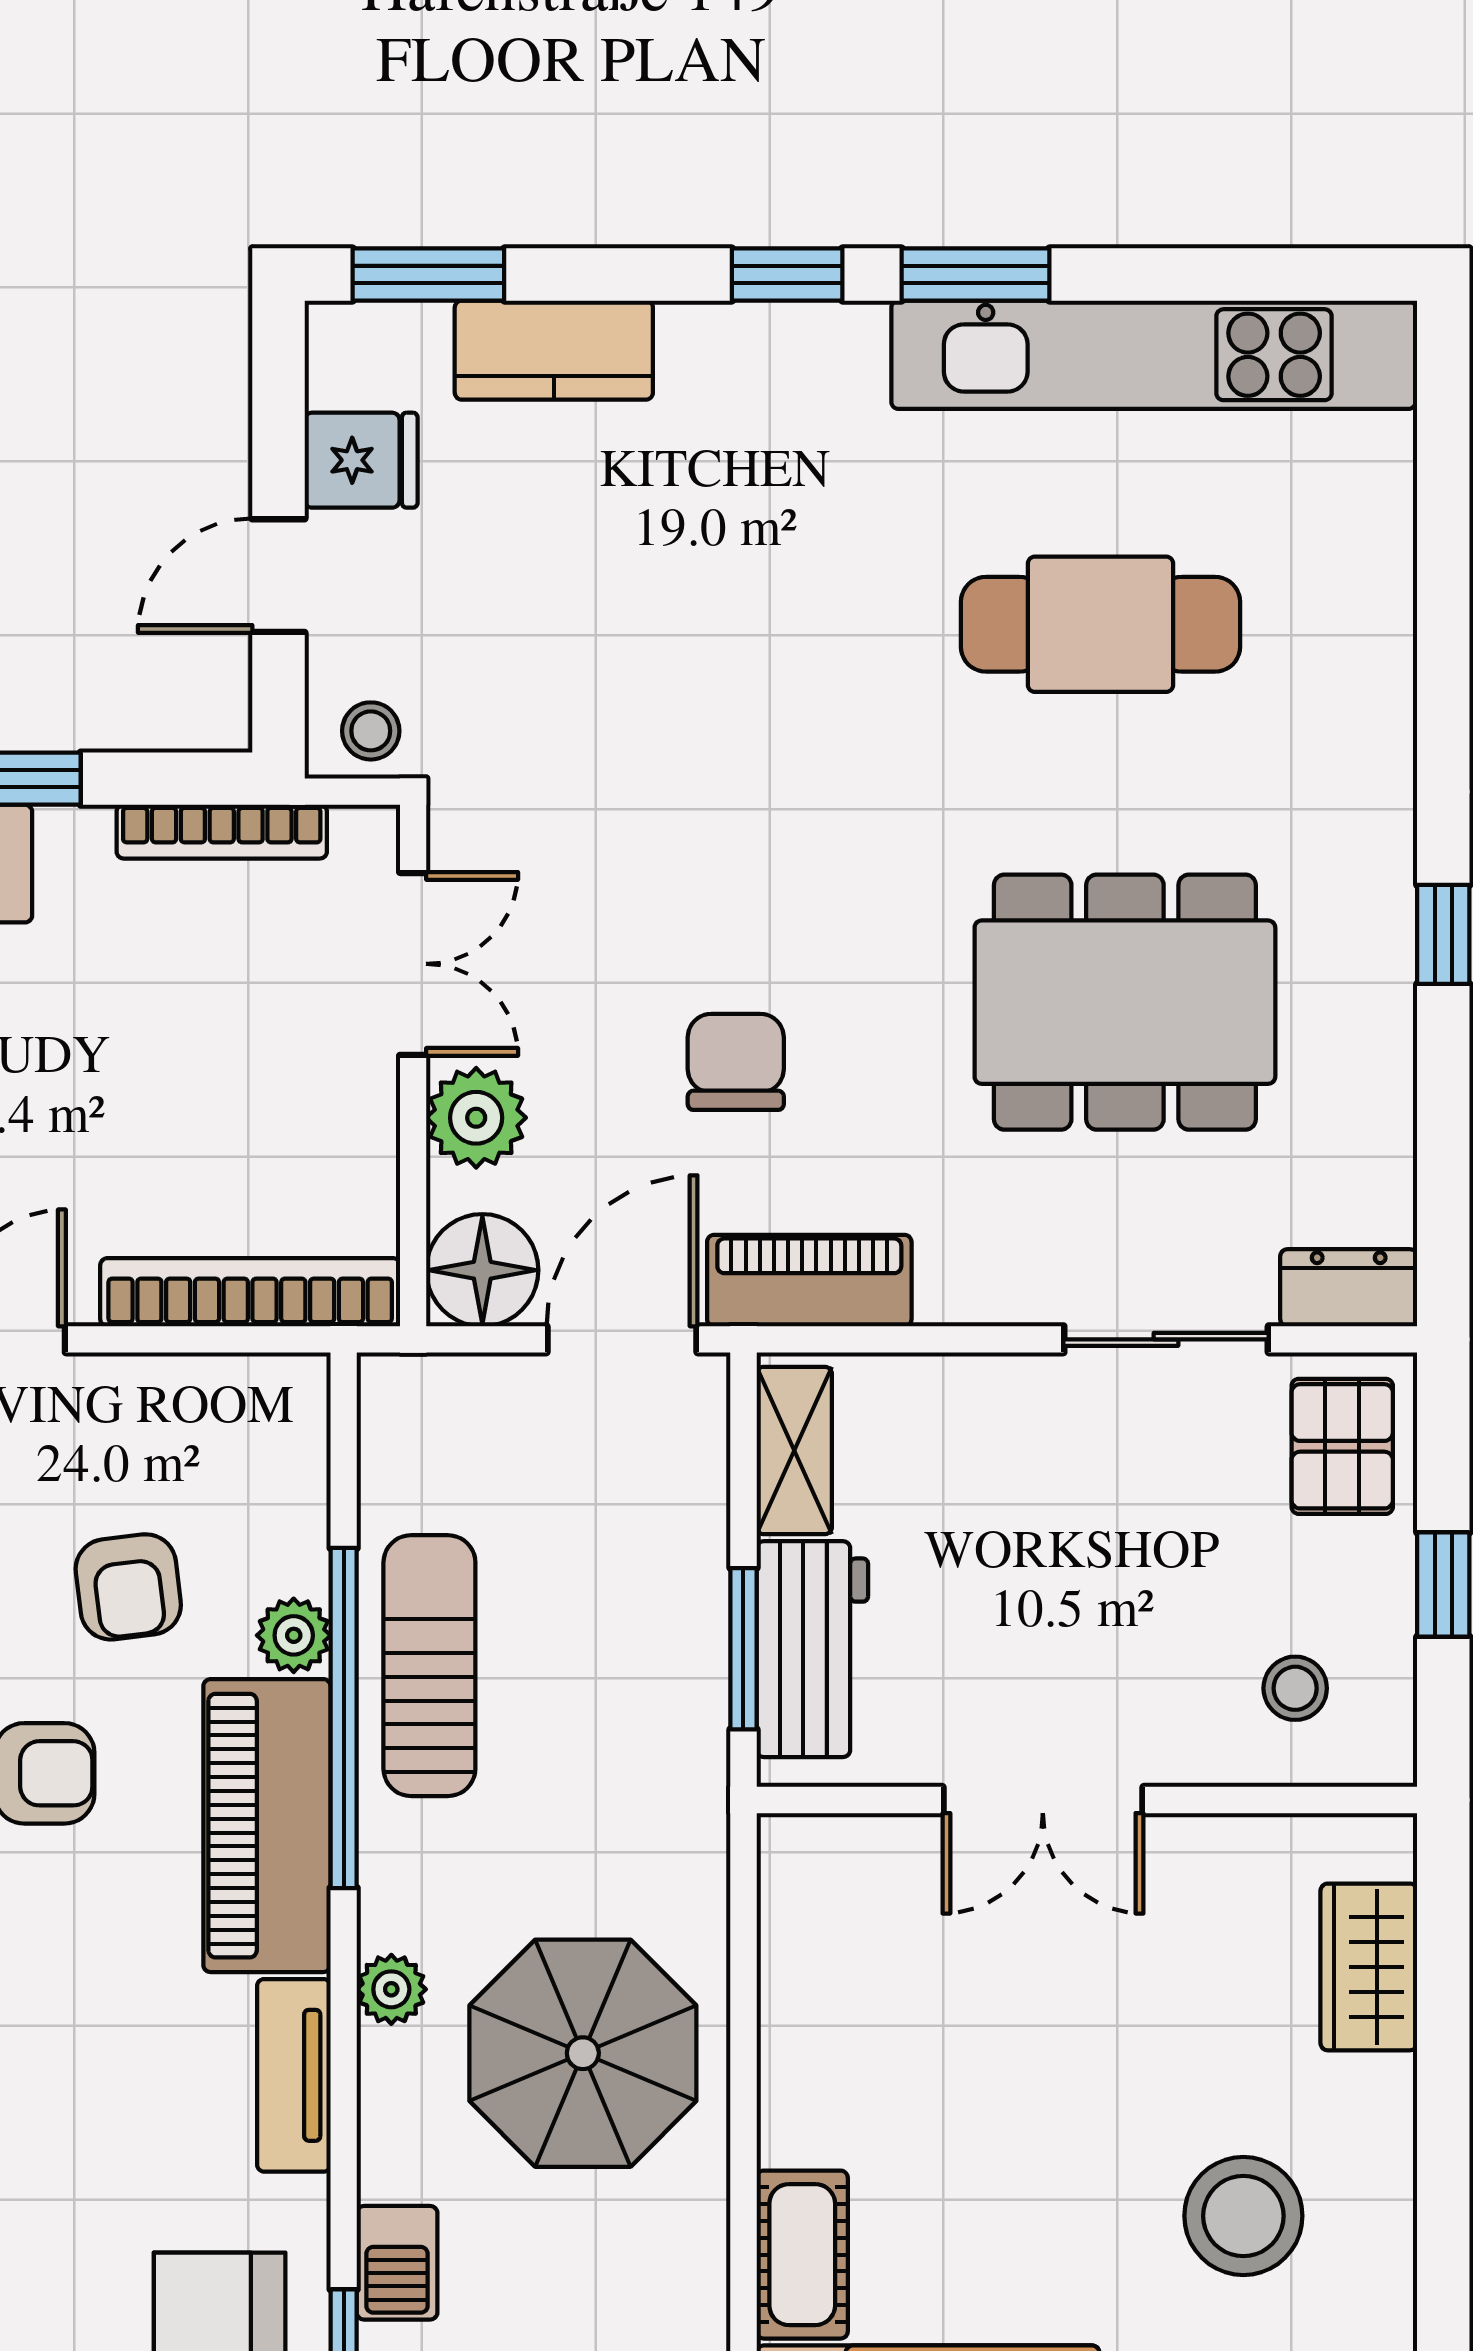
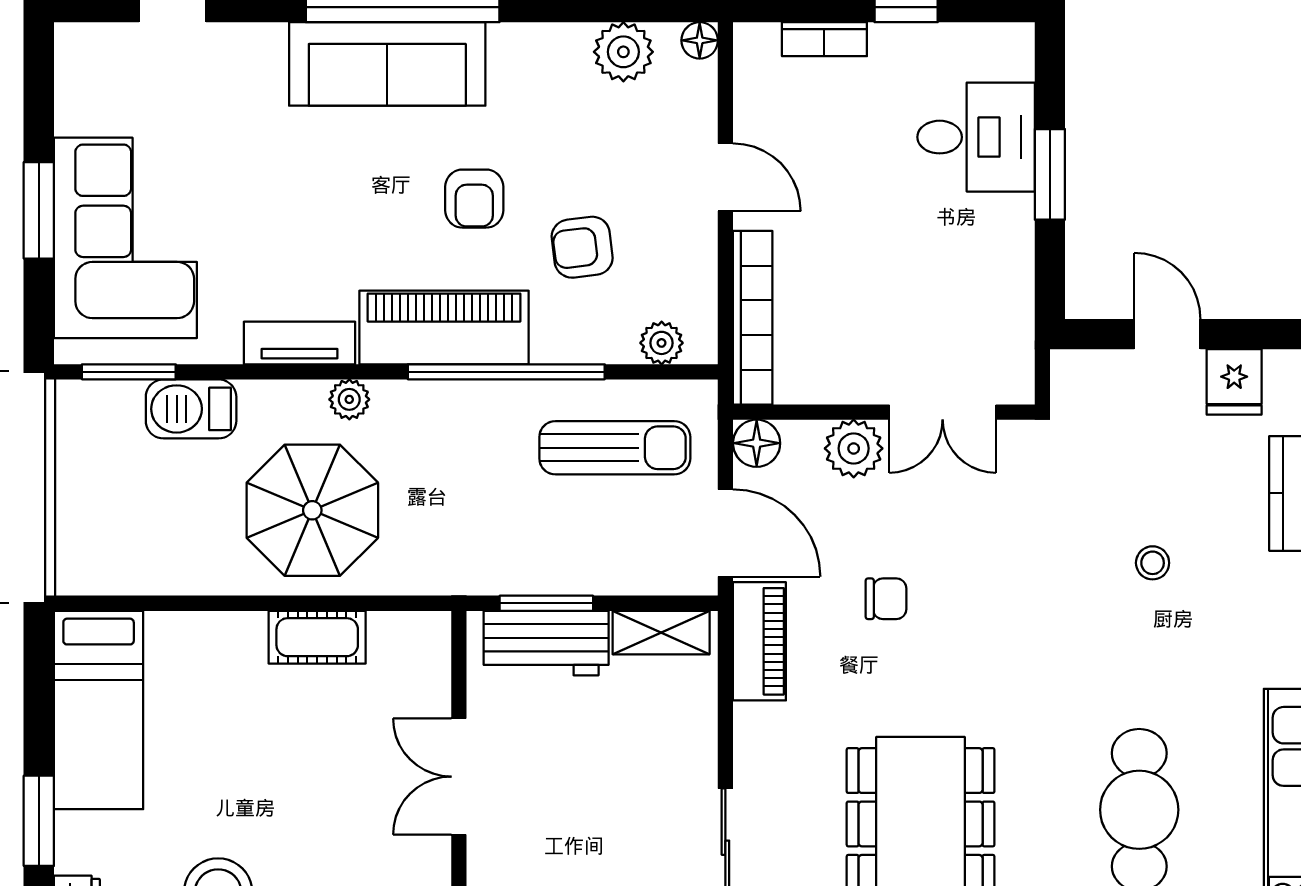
stool: (371, 731) -> (1153, 563), moved
bookcase: (222, 832) -> (1019, 301), removed
chair: (736, 1062) -> (886, 599), width x0.73, depth x0.73
floor lamp: (482, 1270) -> (757, 443), width x0.73, depth x0.73
plant: (294, 1635) -> (662, 343), moved
sun lounger: (429, 1666) -> (615, 448), moved
cot: (802, 2255) -> (317, 637), moved
barbecue: (397, 2263) -> (191, 409), width x1.38, depth x1.27

